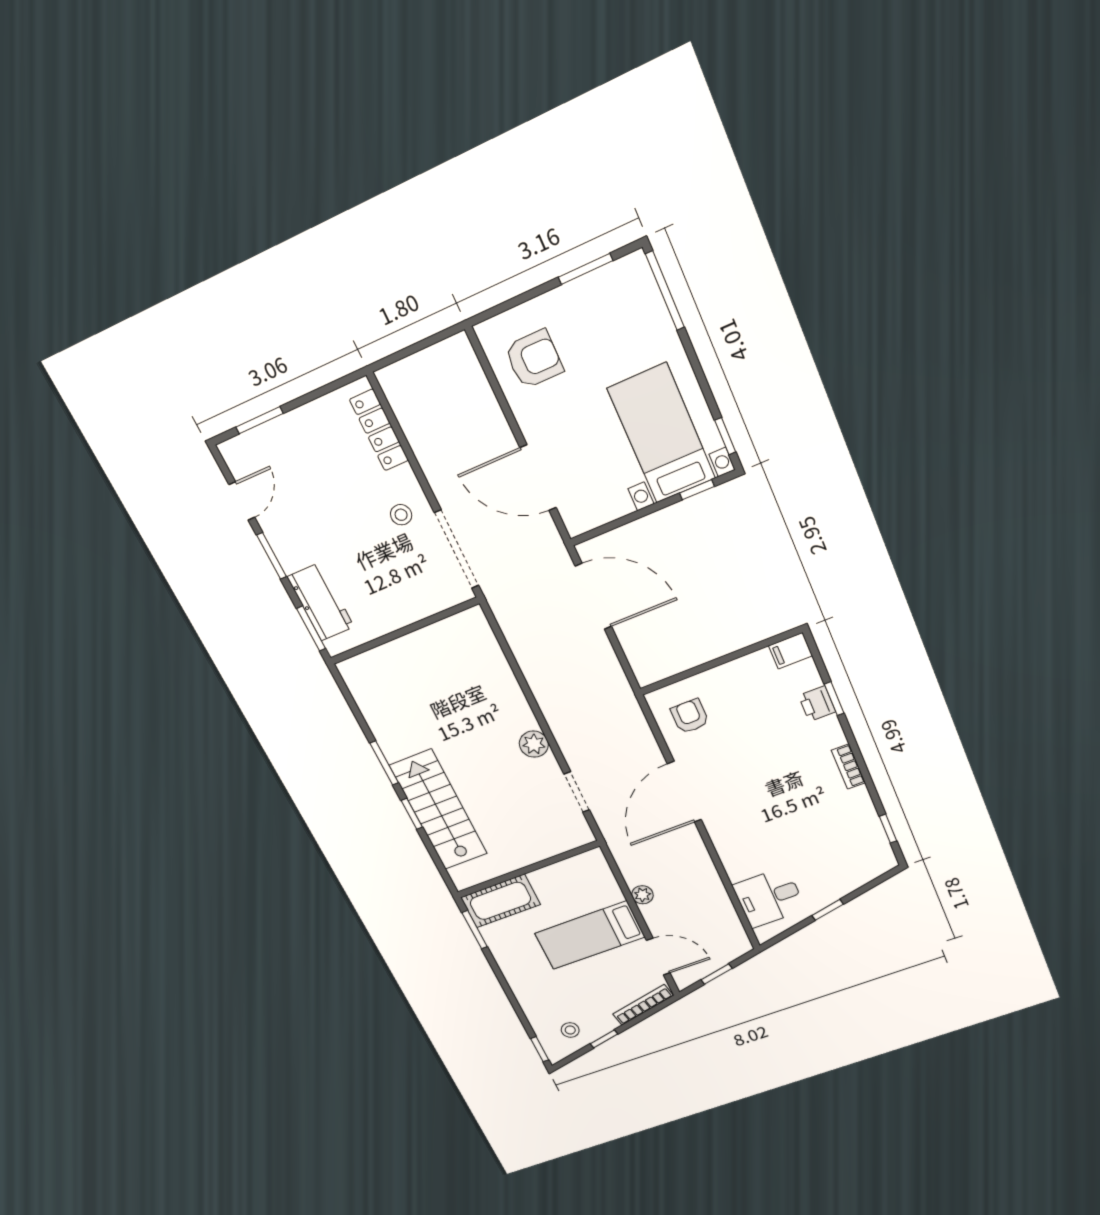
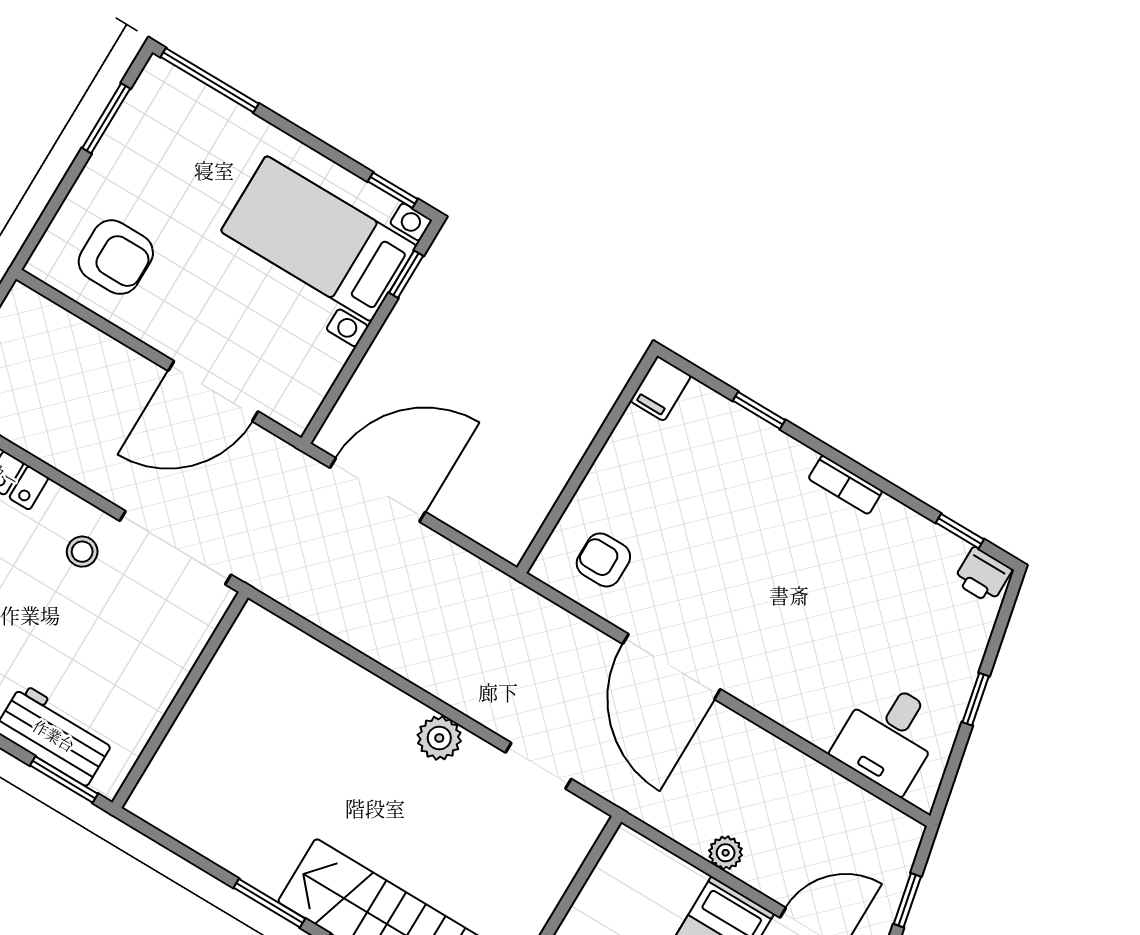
armchair: (534, 359) -> (116, 257), turned 90
printer: (817, 704) -> (983, 575), moved

